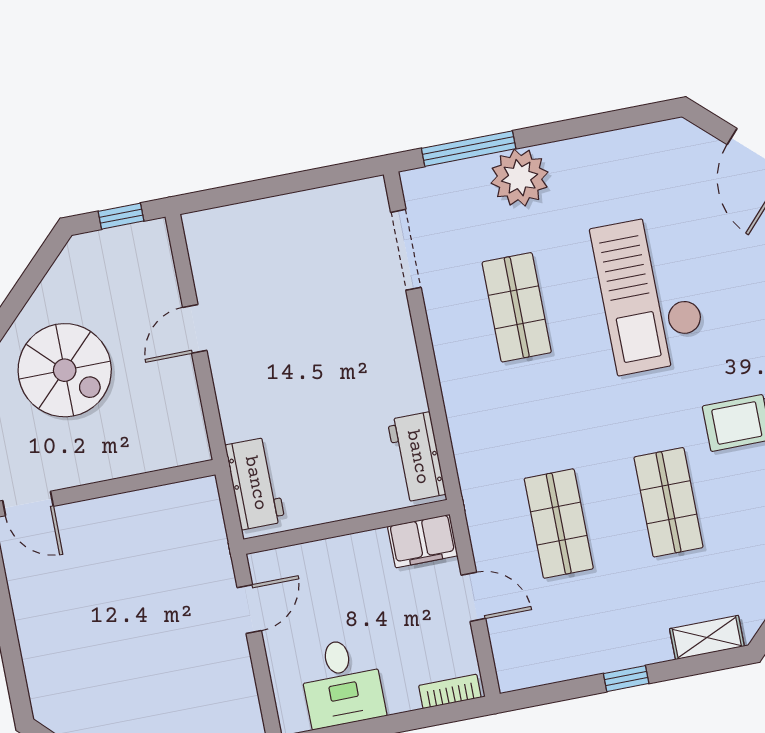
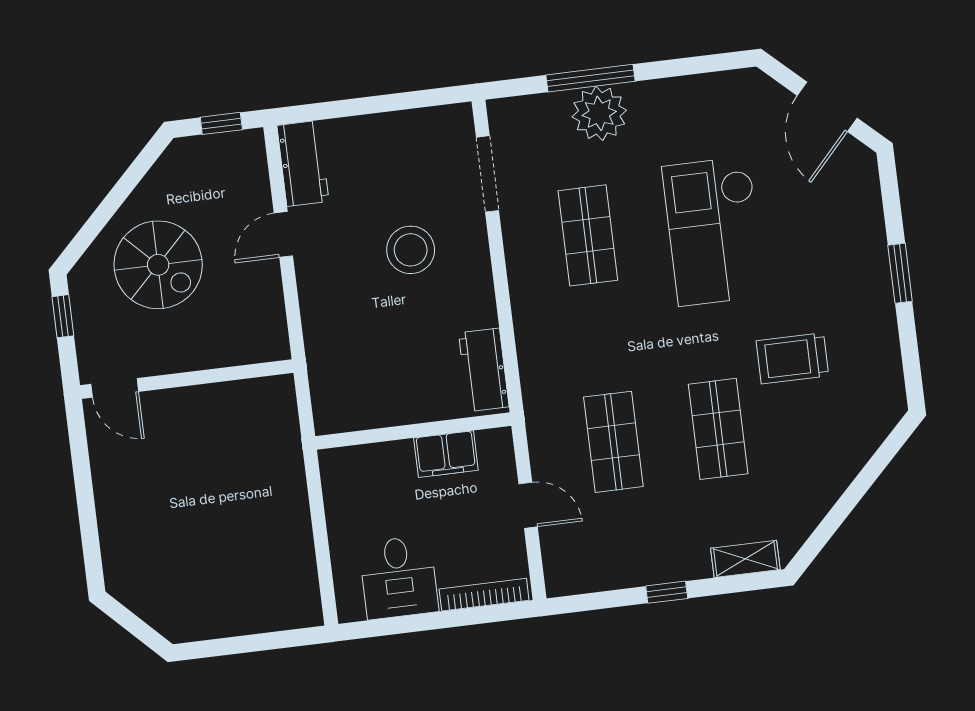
window: (469, 149) -> (590, 78), moved
stool: (330, 336) -> (411, 250), added
workbench: (255, 483) -> (303, 163), moved
filing cabinet: (423, 541) -> (446, 454), moved
door: (249, 609) -> (316, 502), removed
bookcase: (450, 691) -> (484, 595), width x1.56

